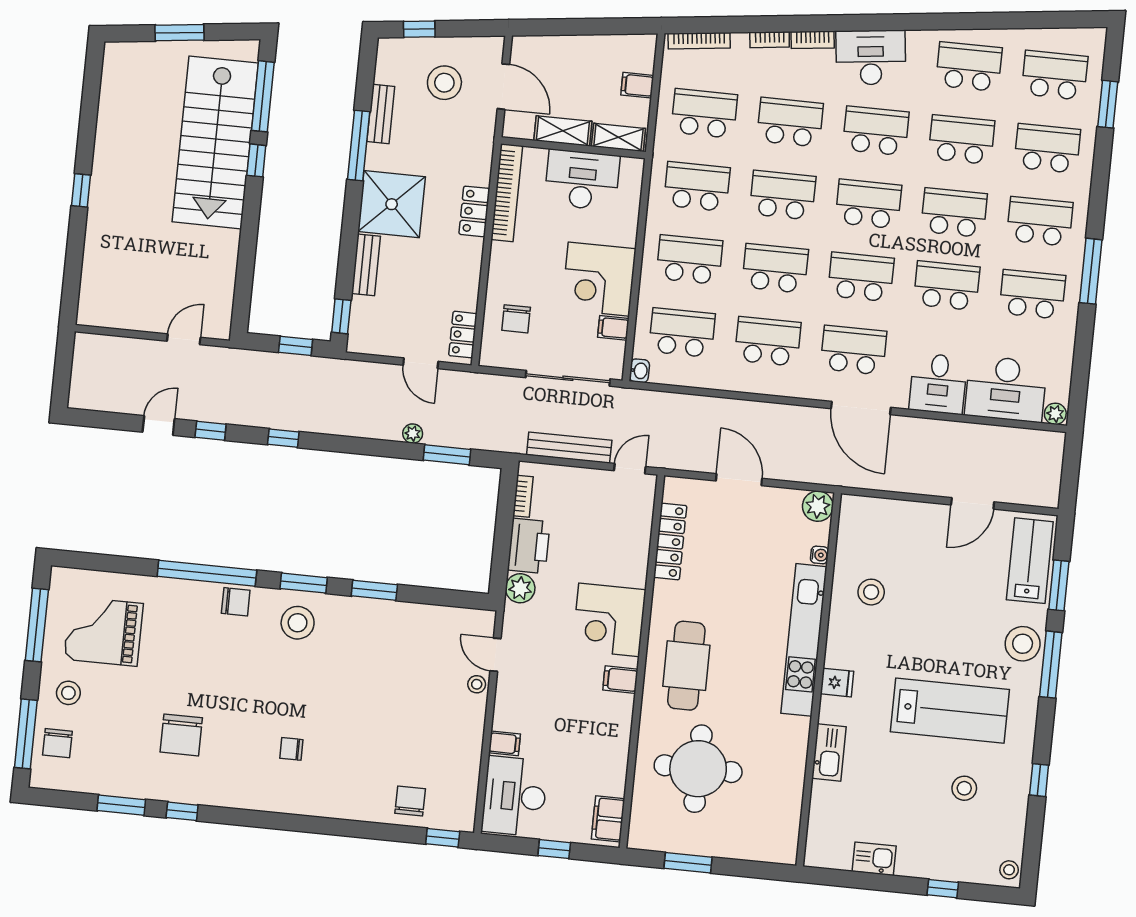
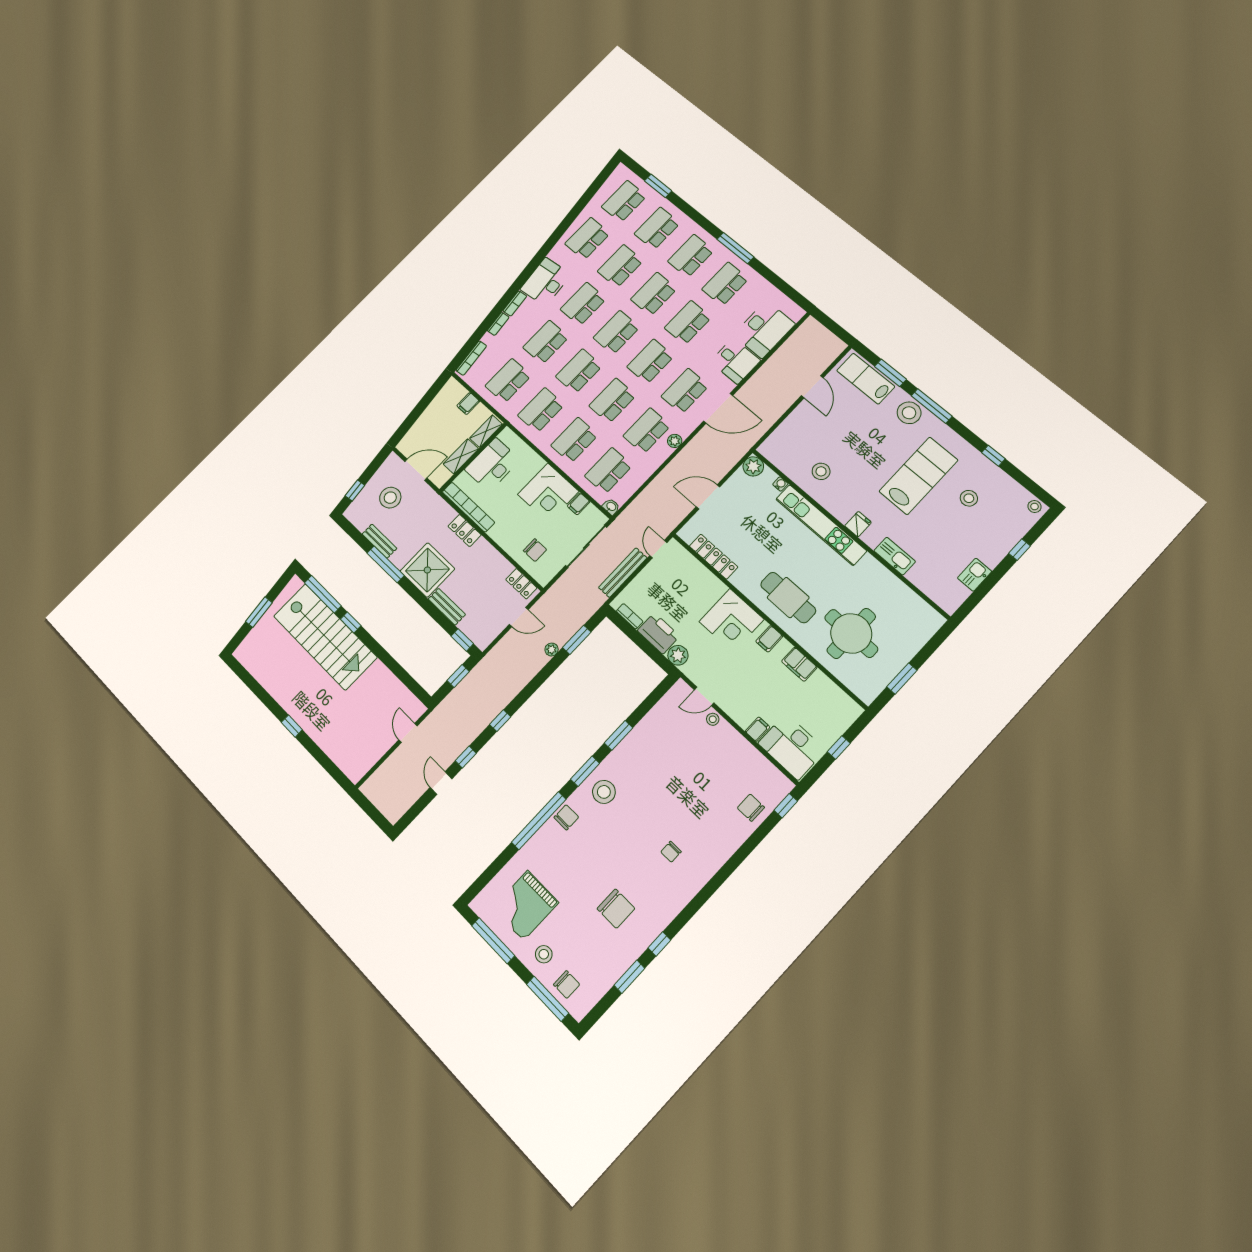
plant: (1055, 414) -> (675, 441), moved
filing cabinet: (608, 819) -> (799, 664), moved

